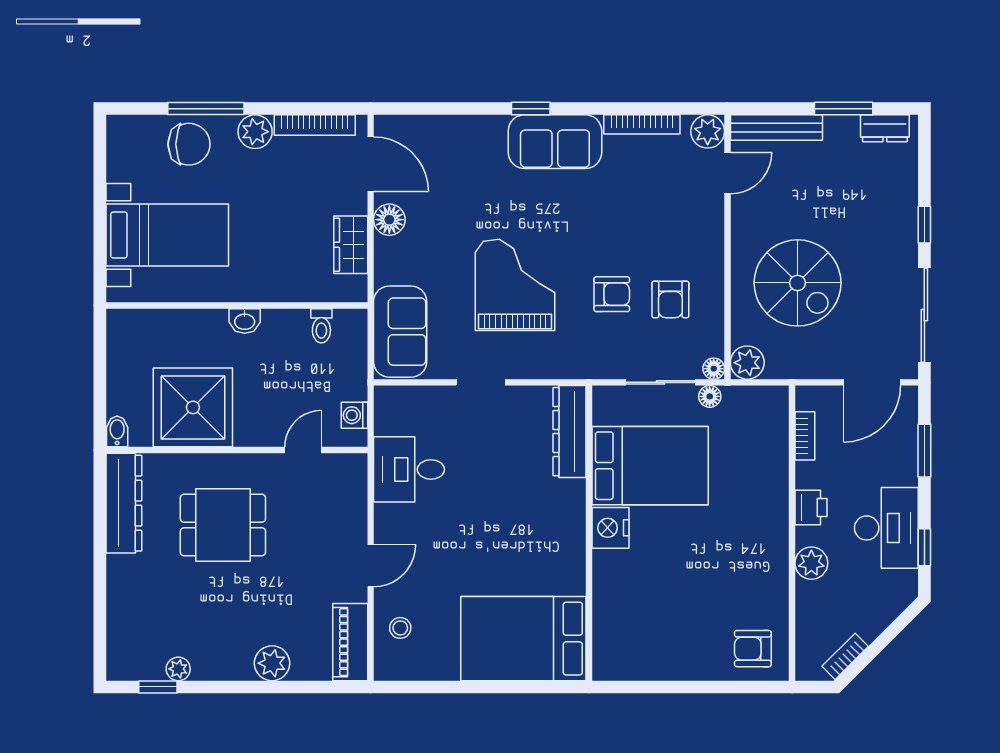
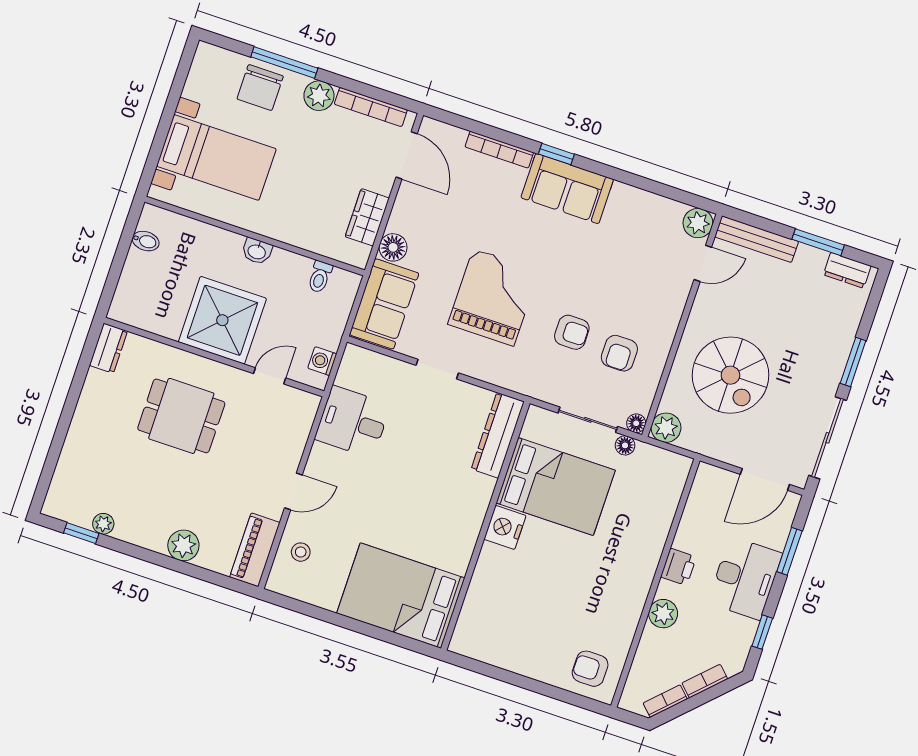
bookcase: (642, 124) -> (499, 150), moved
chair: (189, 144) -> (260, 87), turned 90
floor lamp: (389, 220) -> (393, 247), moved
window: (924, 225) -> (853, 362), width x1.50
shower: (193, 407) -> (222, 320), moved
bidet: (117, 431) -> (146, 241), moved, turned 90
bookcase: (805, 436) -> (705, 681), moved, turned -135
dresser: (124, 503) -> (108, 348), width x0.51, depth x0.80
desk: (886, 528) -> (745, 578), moved

